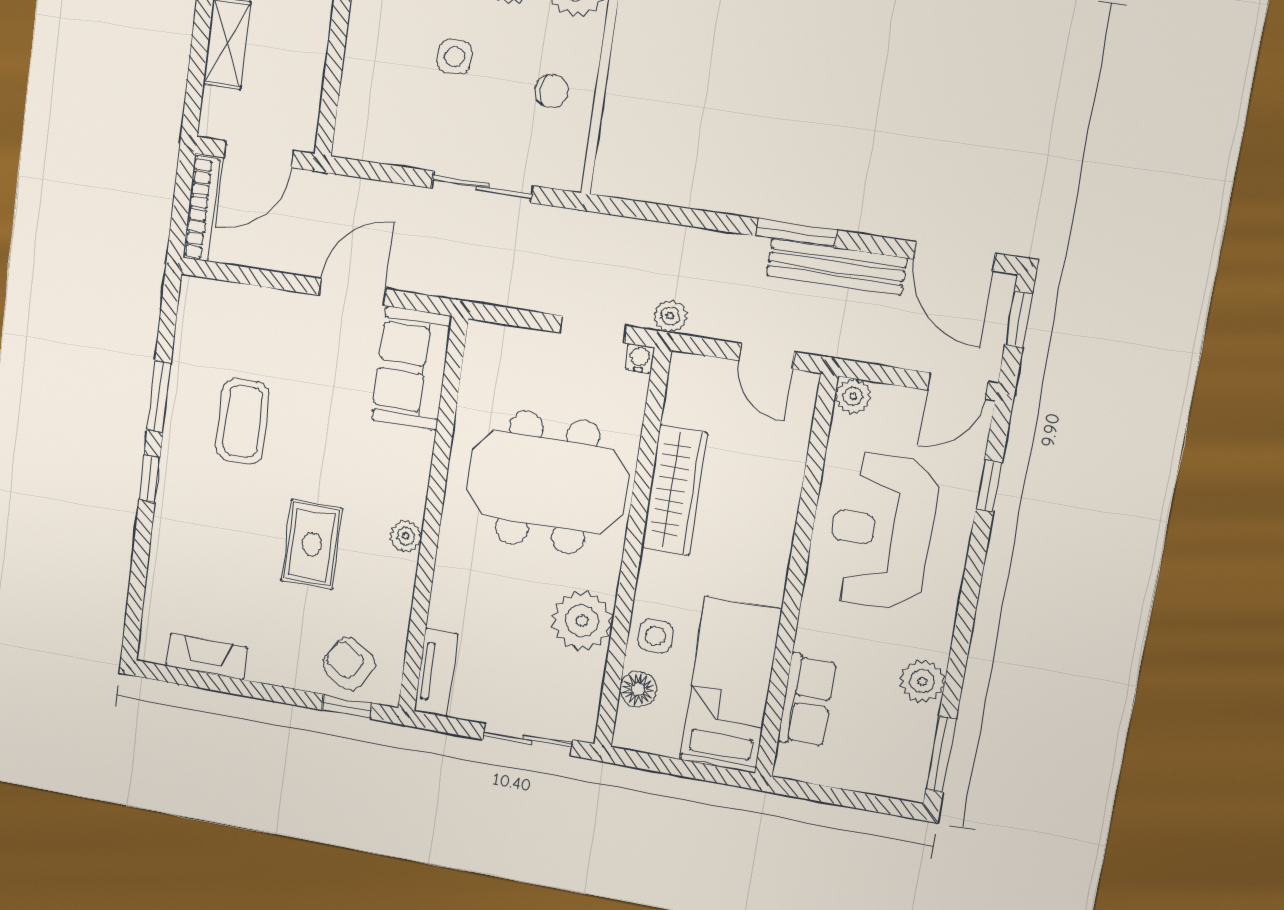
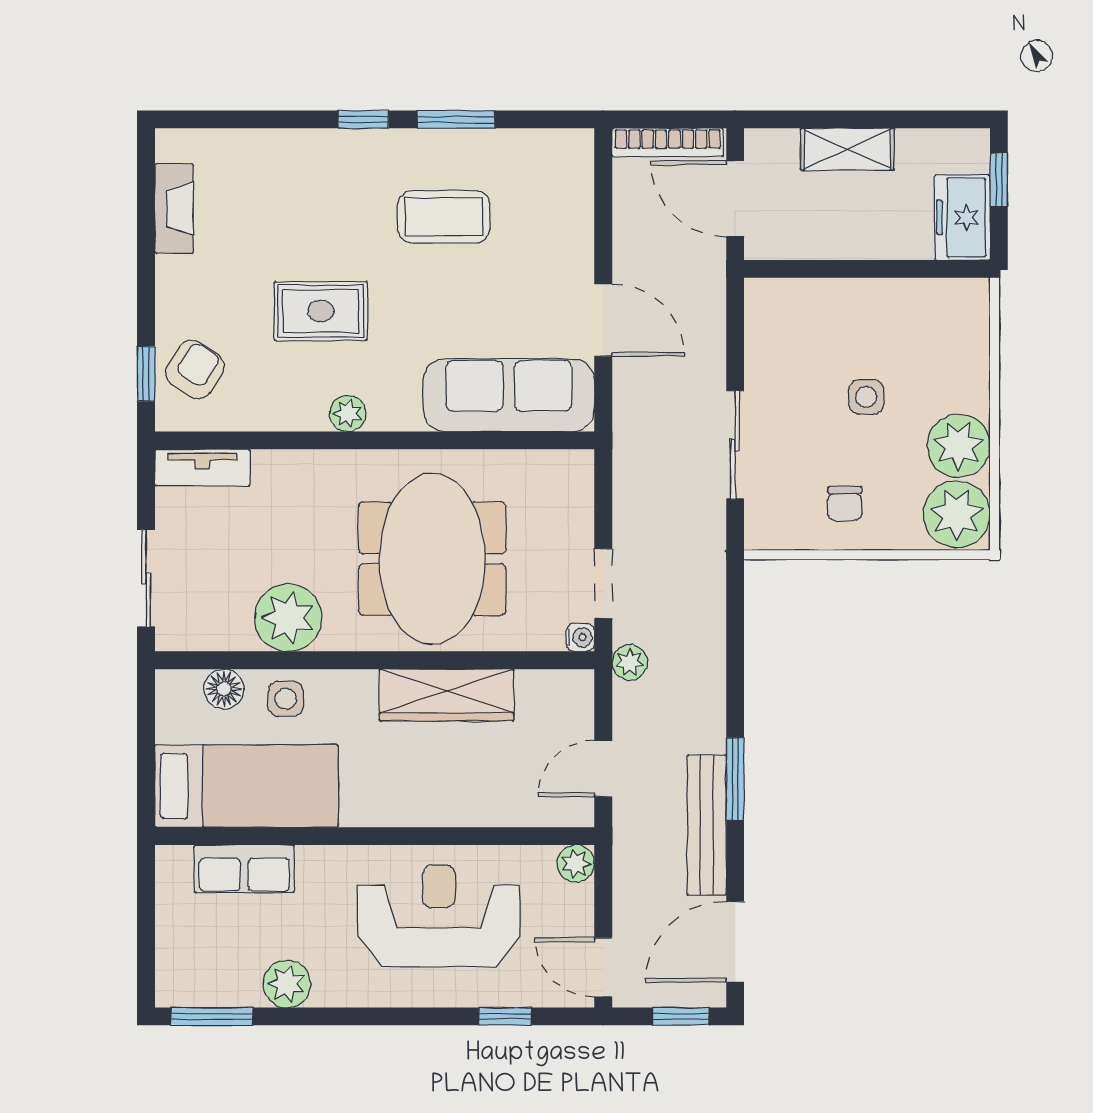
sofa: (411, 368) -> (509, 395), width x1.36

